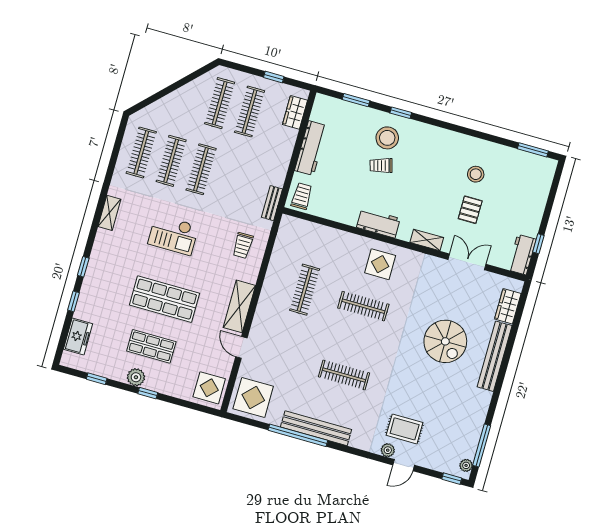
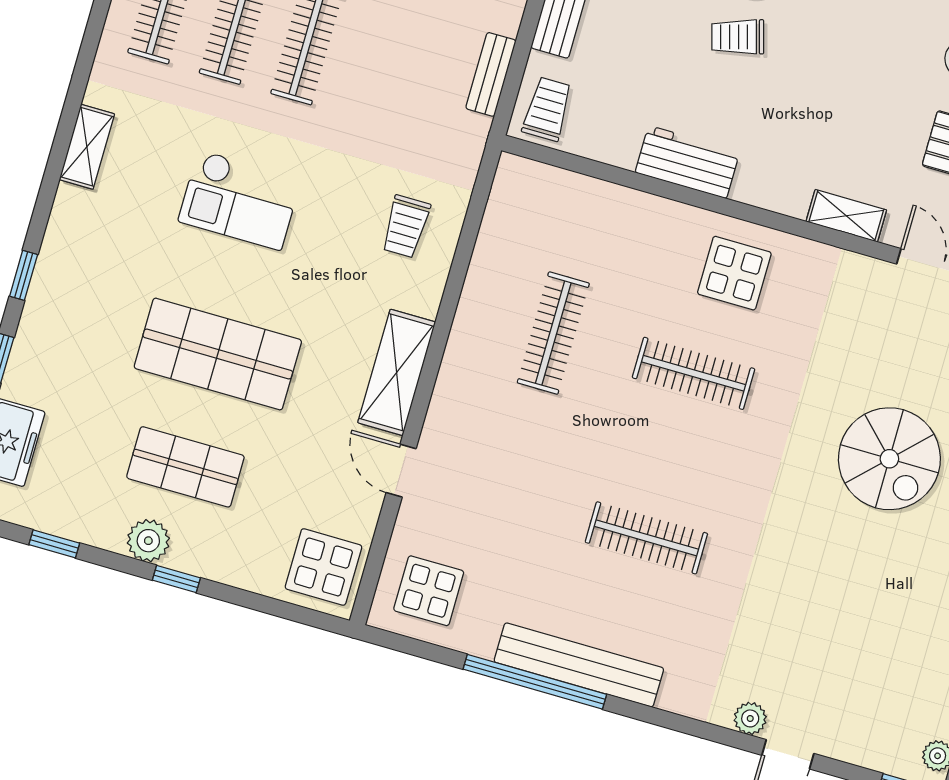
bench: (272, 203) -> (491, 74), moved
workbench: (378, 223) -> (687, 162), moved
display table: (253, 398) -> (429, 591), width x0.73, depth x0.73
rug: (405, 429) -> (791, 668), removed

